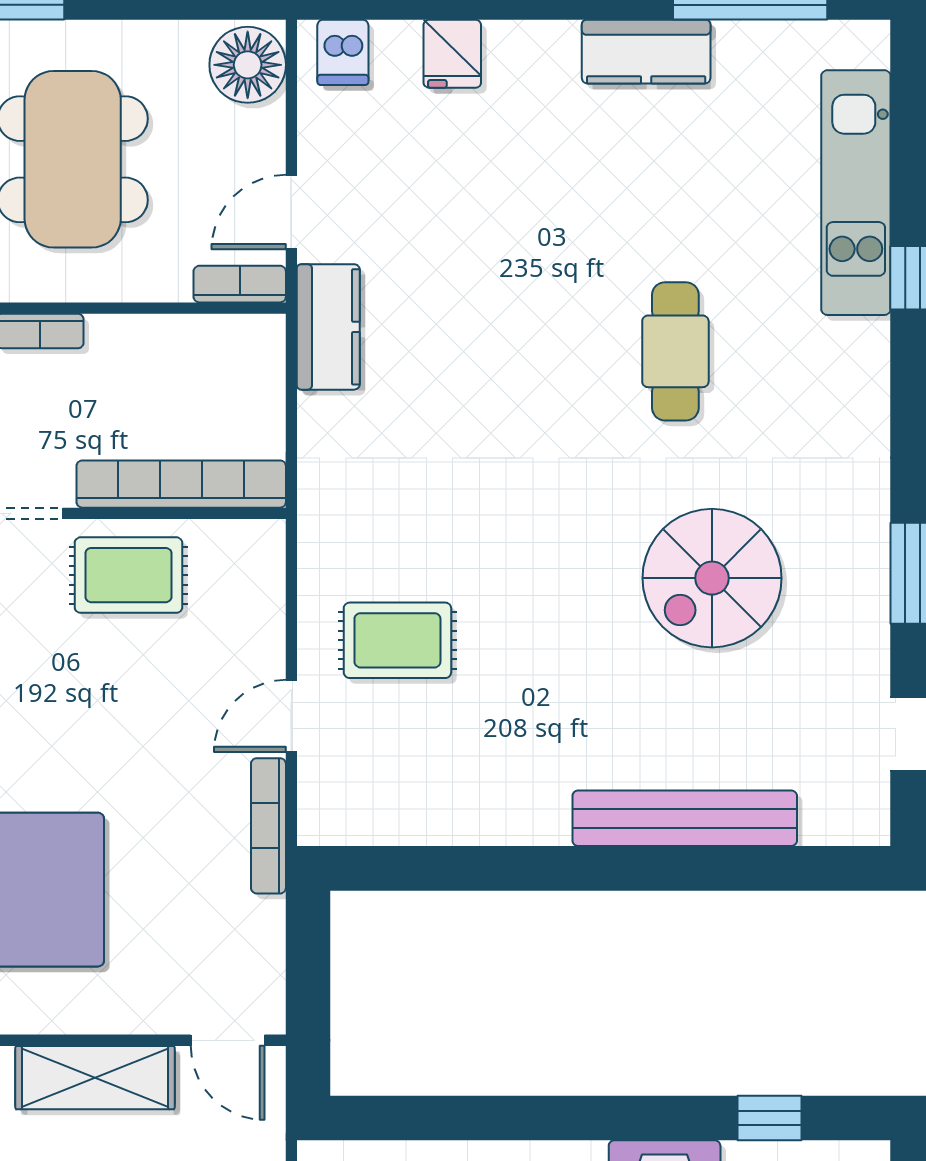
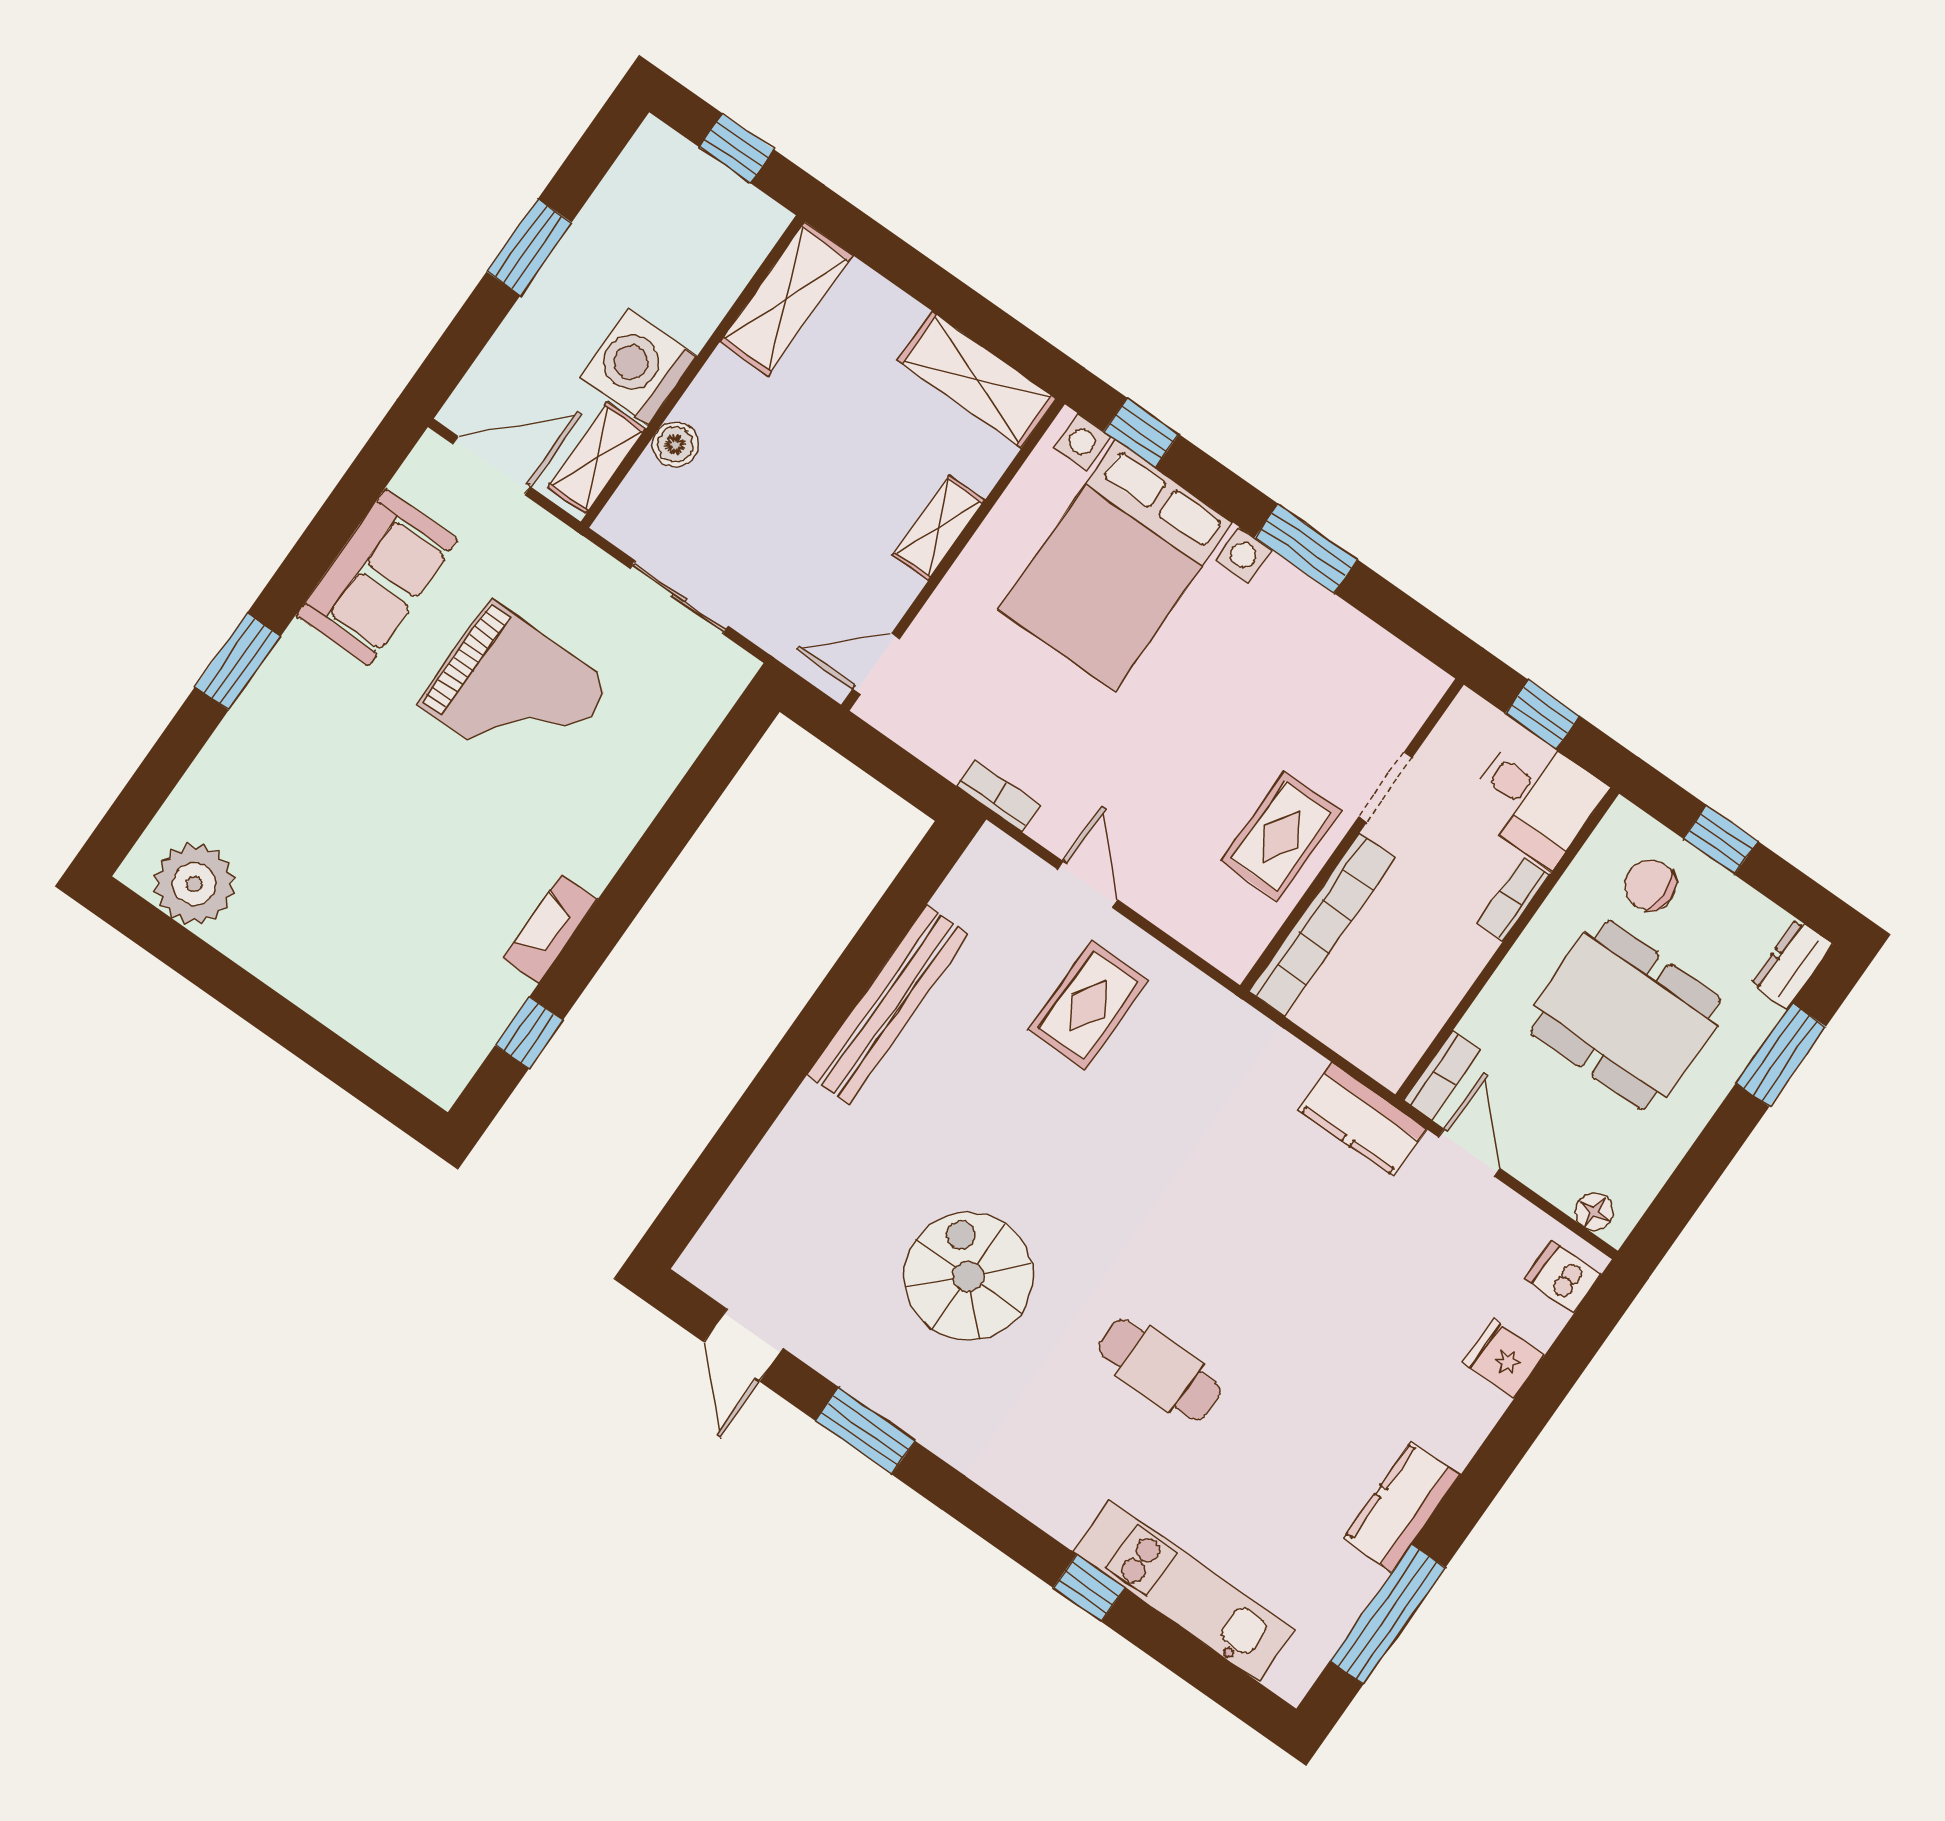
floor lamp: (248, 65) -> (1594, 1211), width x0.53, depth x0.53
bench: (685, 818) -> (888, 1004), moved
bookcase: (268, 826) -> (998, 796), width x0.64
shelving: (95, 1078) -> (939, 528), width x0.67, depth x0.75

